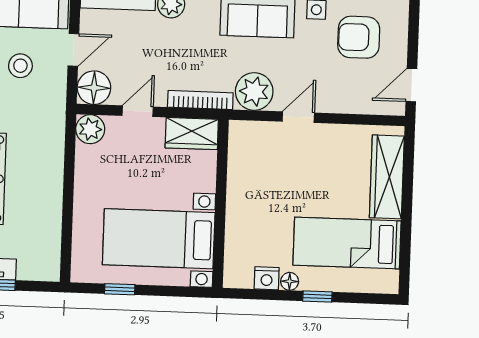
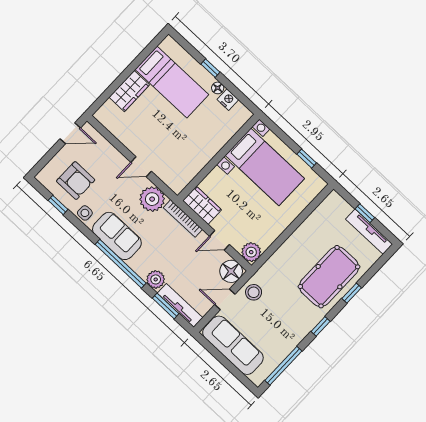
stool: (20, 66) -> (254, 292), moved
wardrobe: (387, 177) -> (129, 91), width x0.67

